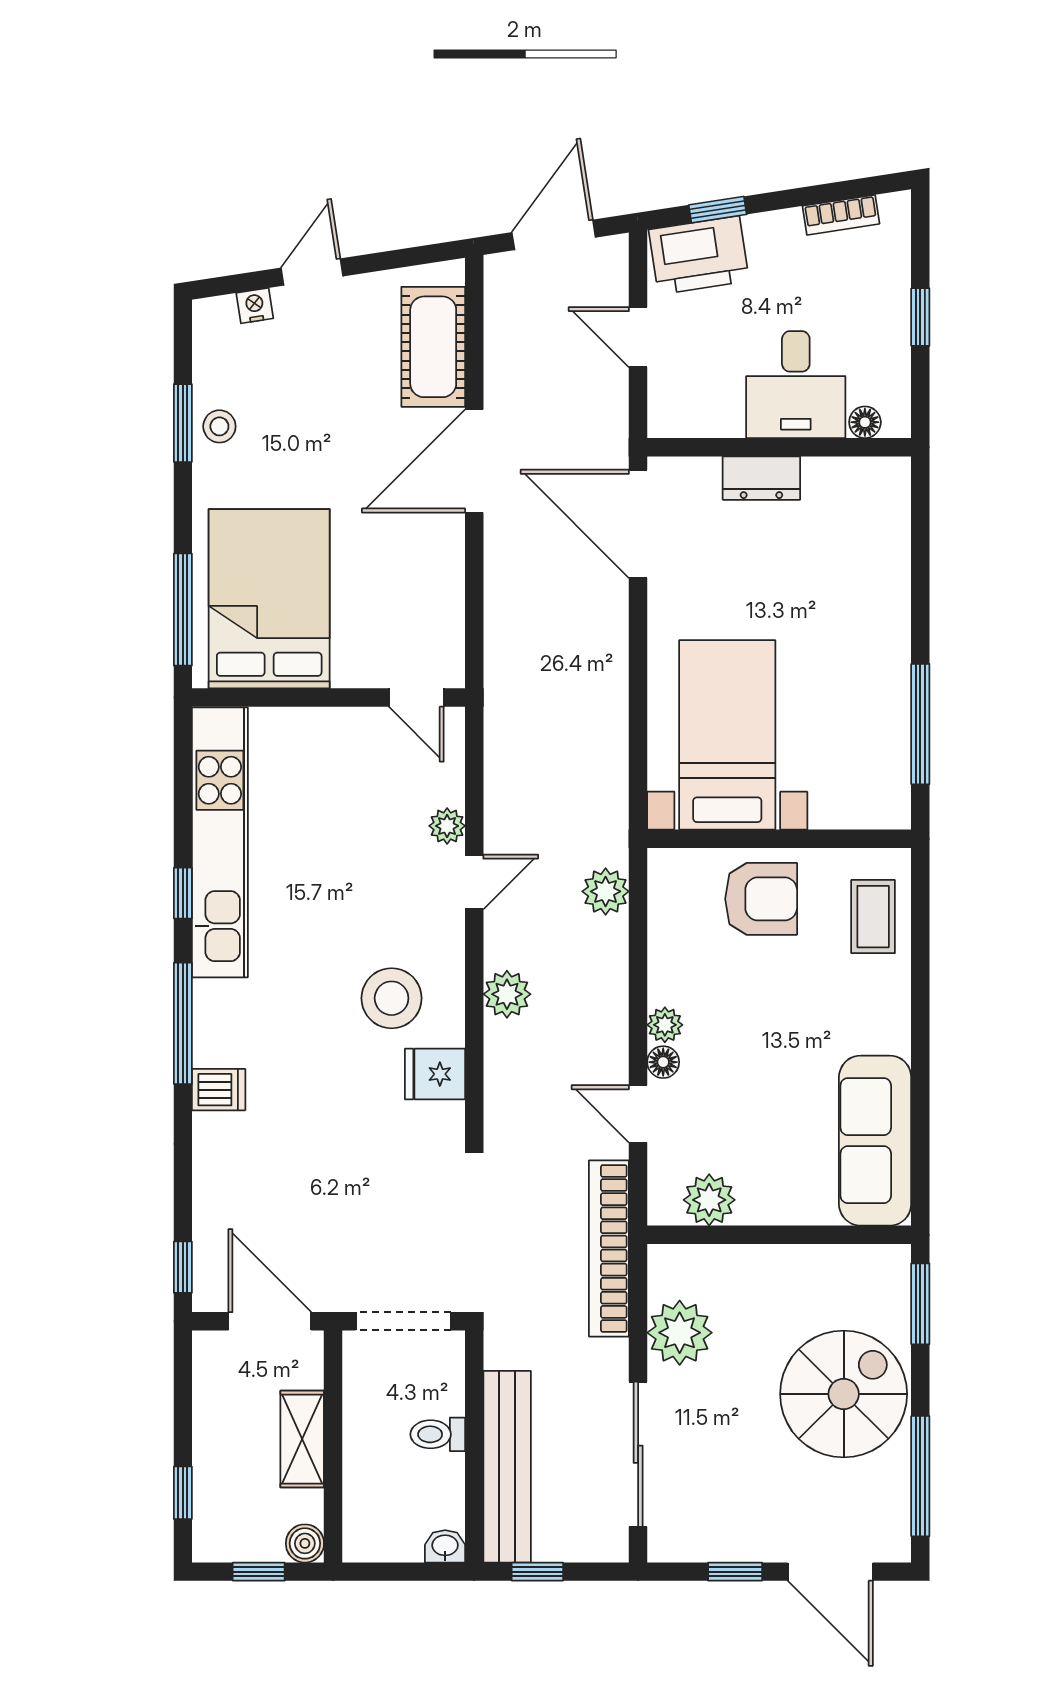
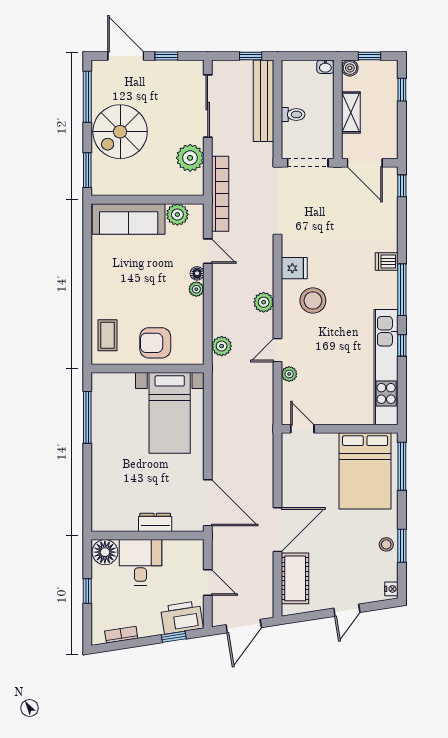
nightstand: (255, 306) -> (391, 589), moved, turned -81
floor lamp: (865, 422) -> (105, 552), width x1.89, depth x1.89
sofa: (875, 1141) -> (129, 219), moved, turned 90
washbasin: (445, 1546) -> (325, 67), moved

